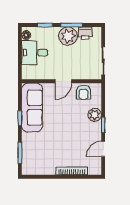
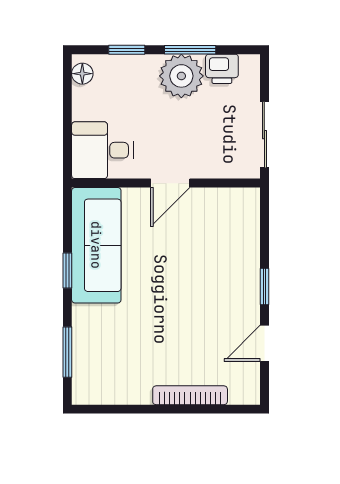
desk: (35, 53) -> (102, 150), moved
armchair: (83, 92) -> (218, 209), removed
plant: (95, 115) -> (245, 262), removed

